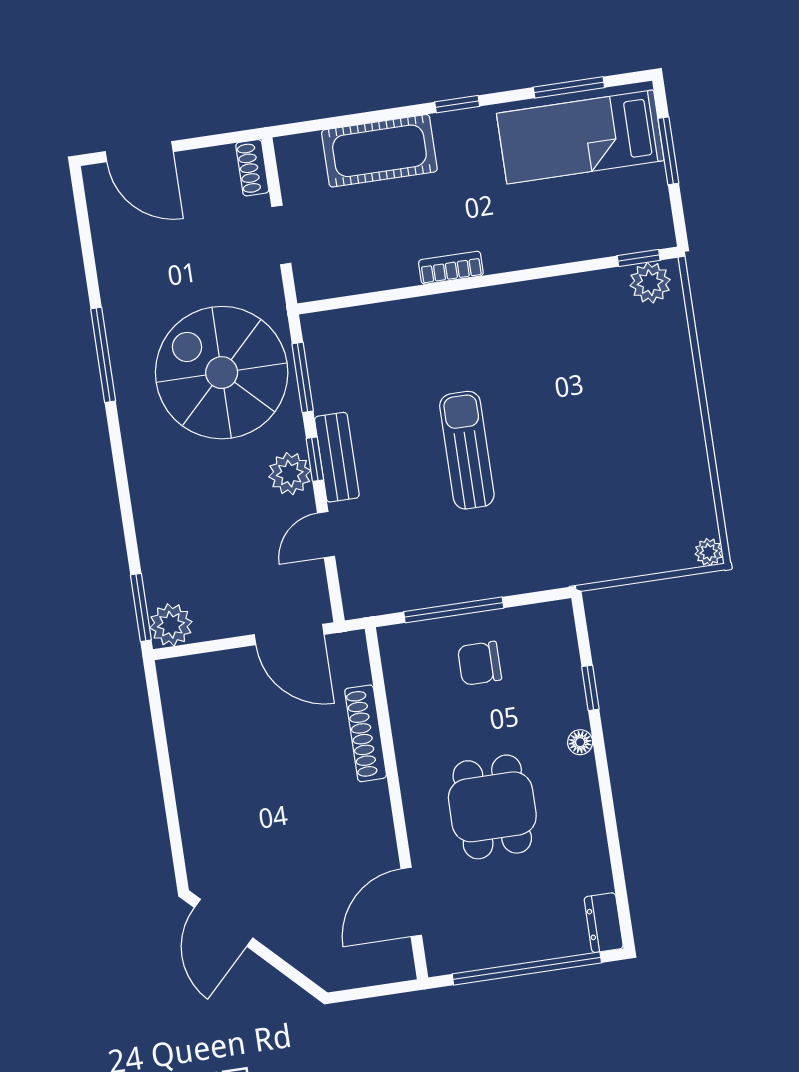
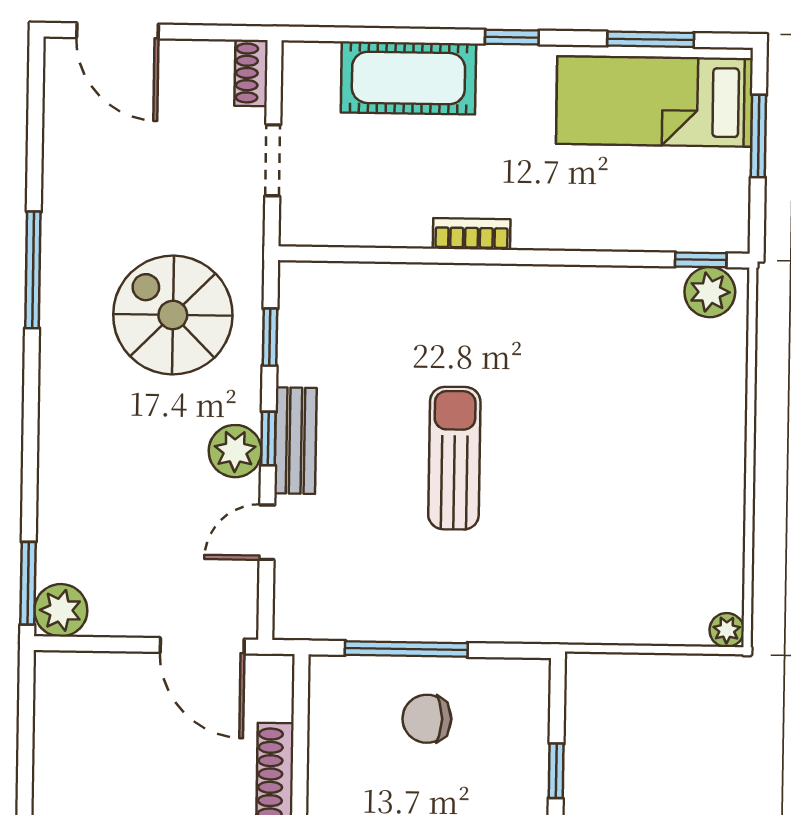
spiral stairs: (222, 373) -> (173, 315), width x0.73, depth x0.73
window: (303, 377) -> (270, 337), width x0.67

